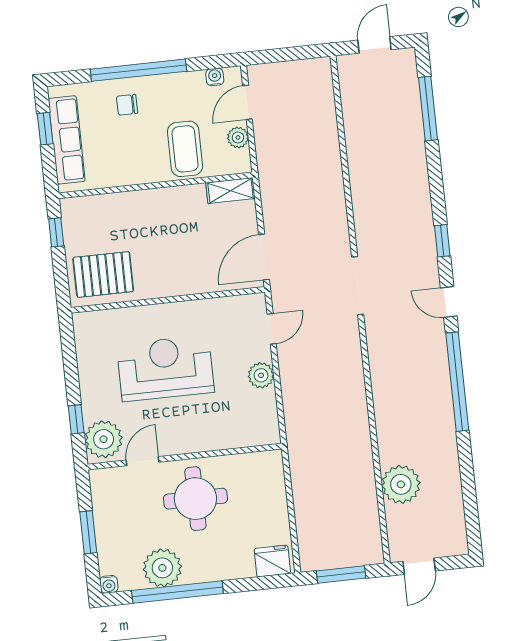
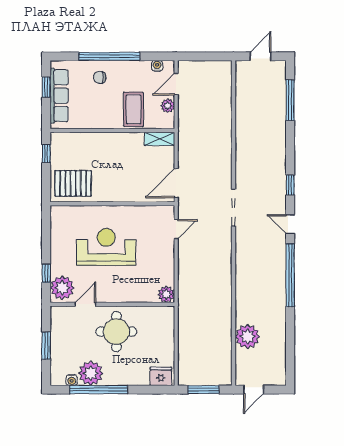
plant: (261, 375) -> (166, 294), moved
water cooler: (109, 584) -> (72, 380), moved

